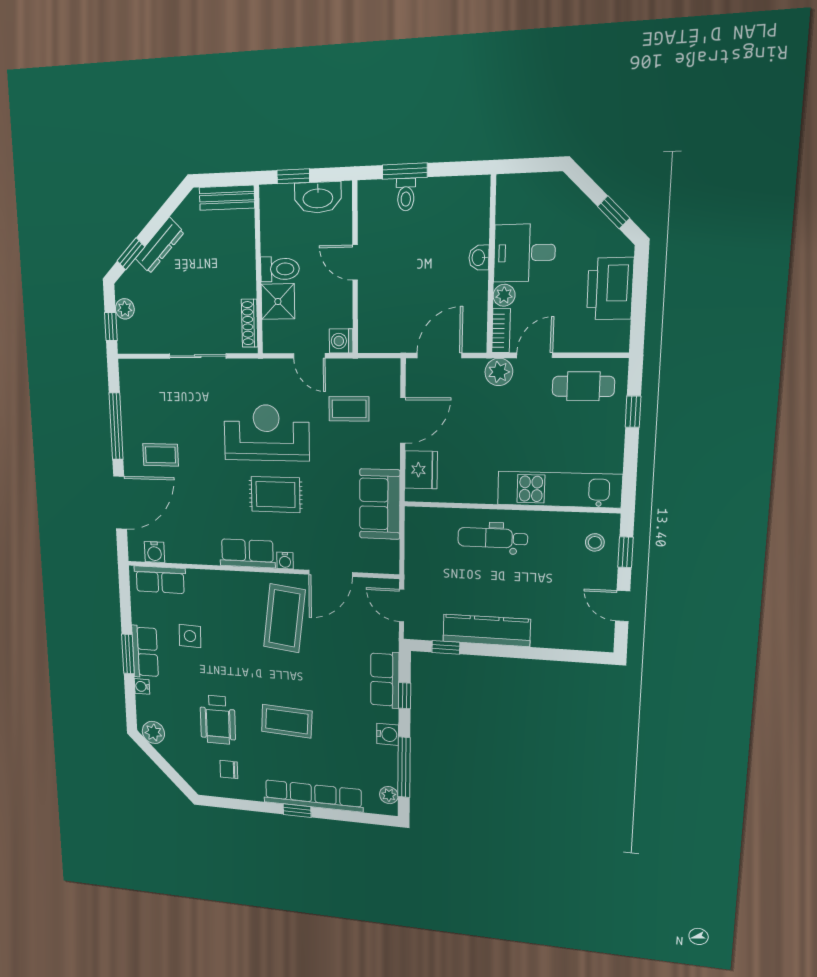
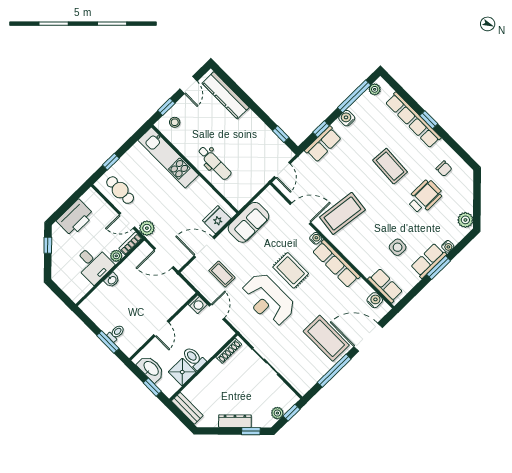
shower: (278, 301) -> (182, 372), moved
coffee table: (161, 455) -> (326, 338), width x1.86, depth x1.72
row of seats: (247, 553) -> (336, 264), width x1.48
kitchen counter: (486, 630) -> (226, 95), moved

